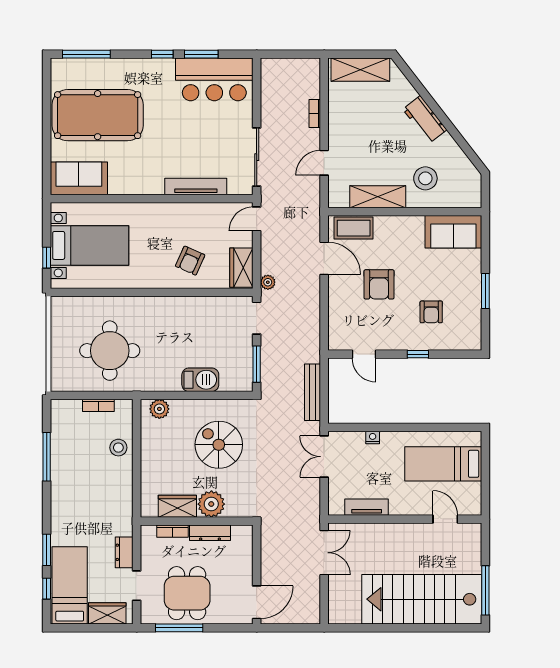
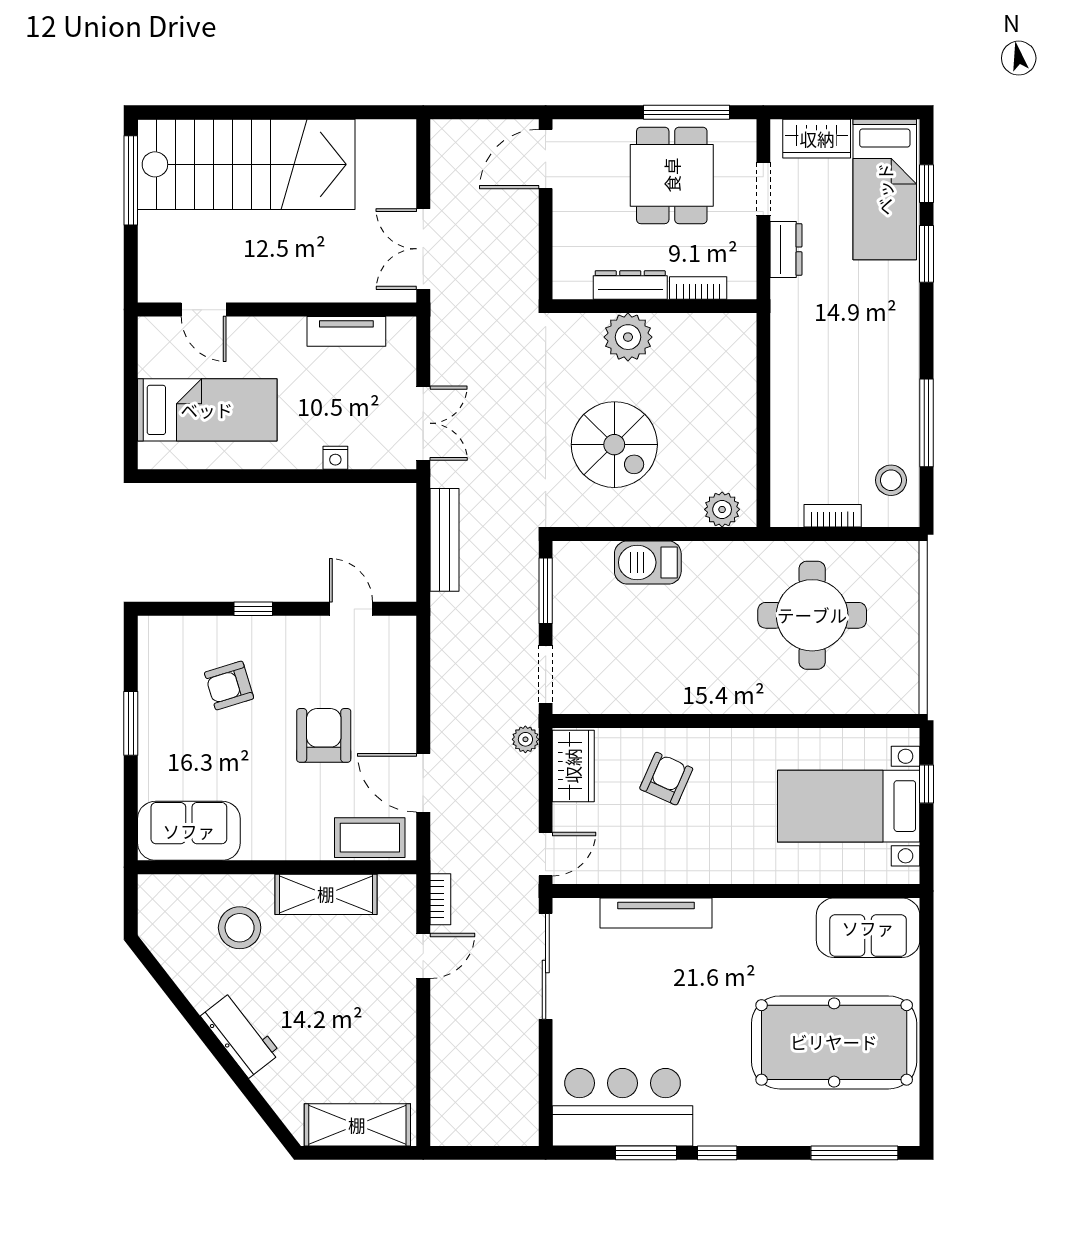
bookcase: (315, 114) -> (440, 899), moved
armchair: (431, 312) -> (229, 685), turned -107
stool: (118, 448) -> (891, 480), moved
wardrobe: (177, 506) -> (689, 333), removed

